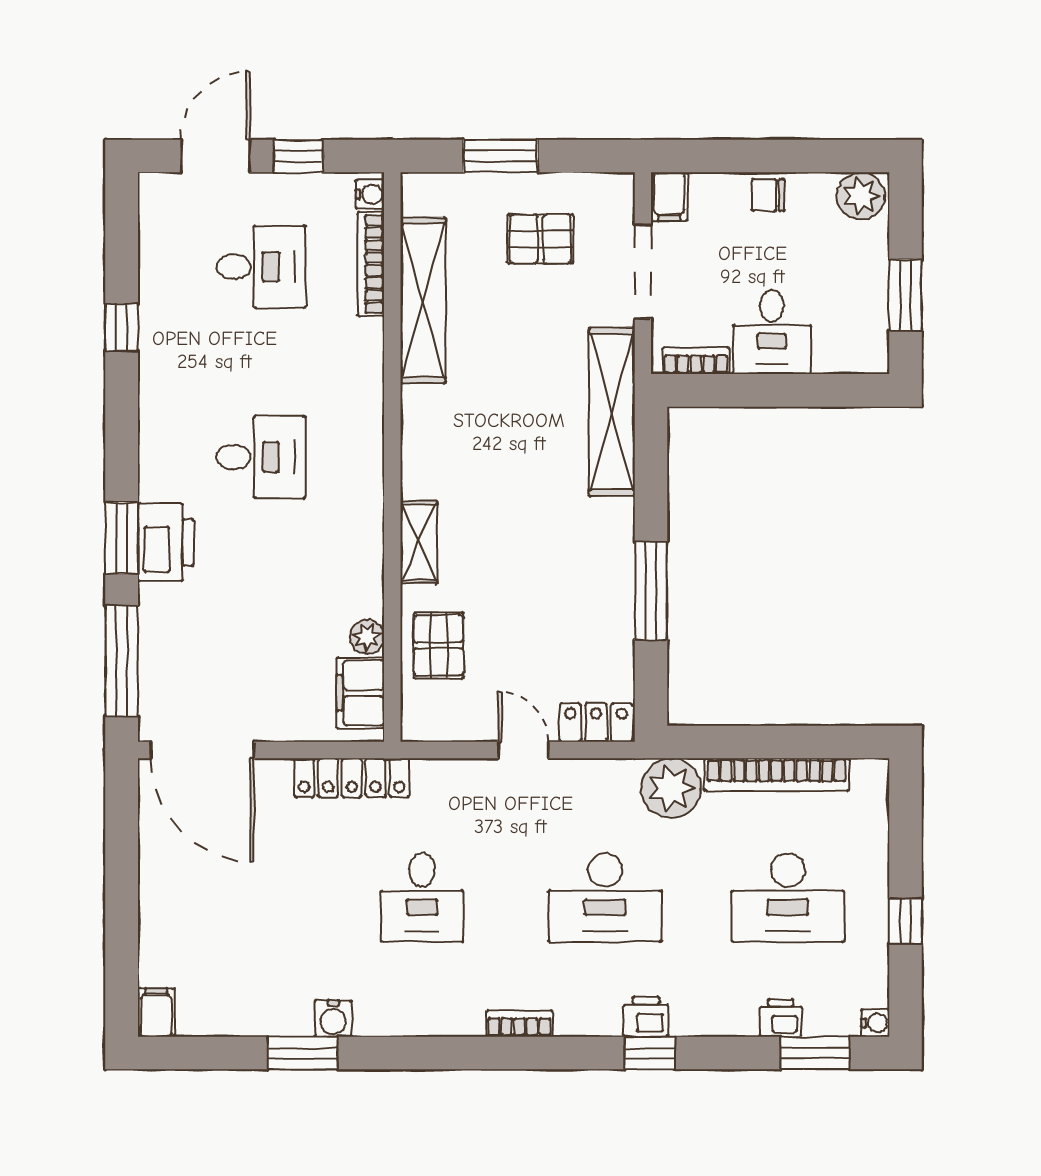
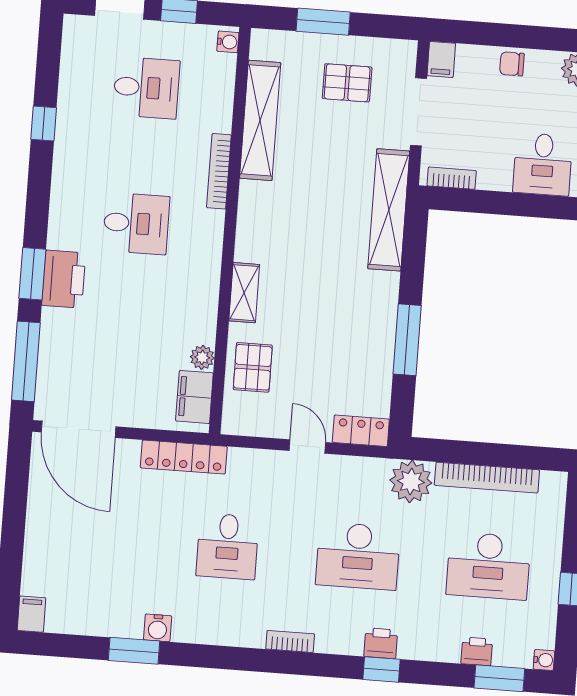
bookcase: (371, 264) -> (219, 171), moved
desk: (772, 332) -> (543, 164), moved

